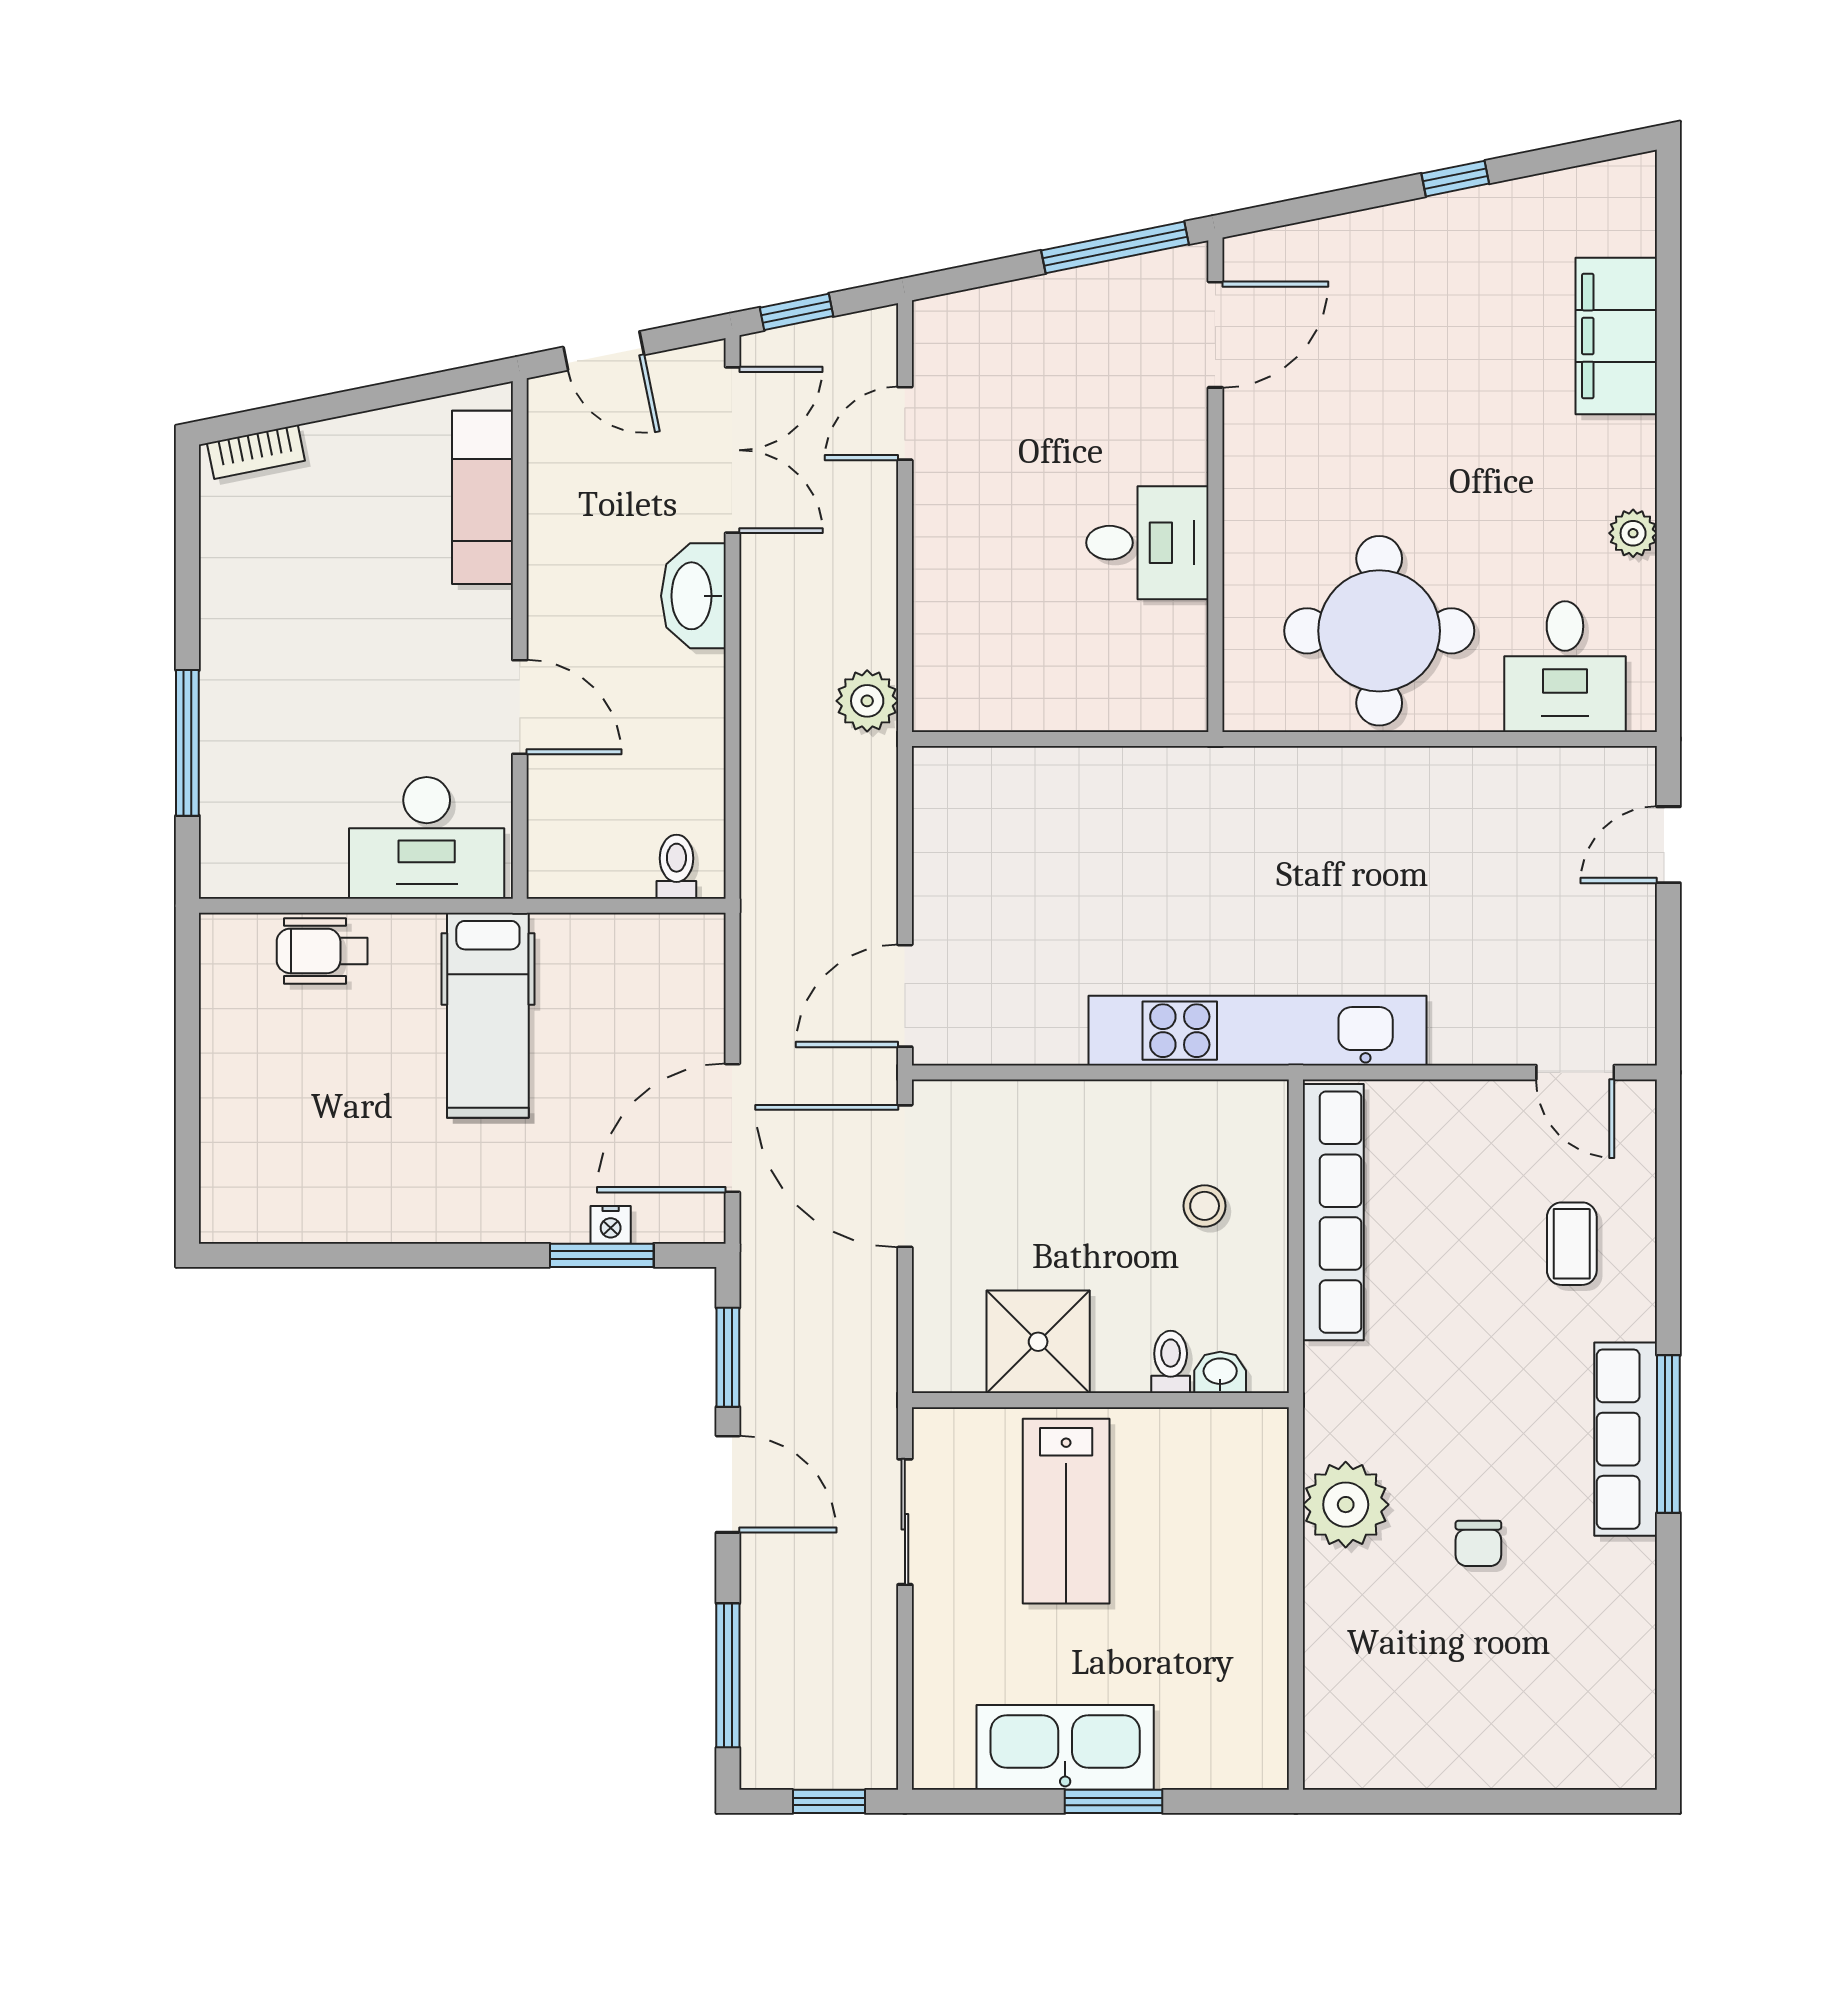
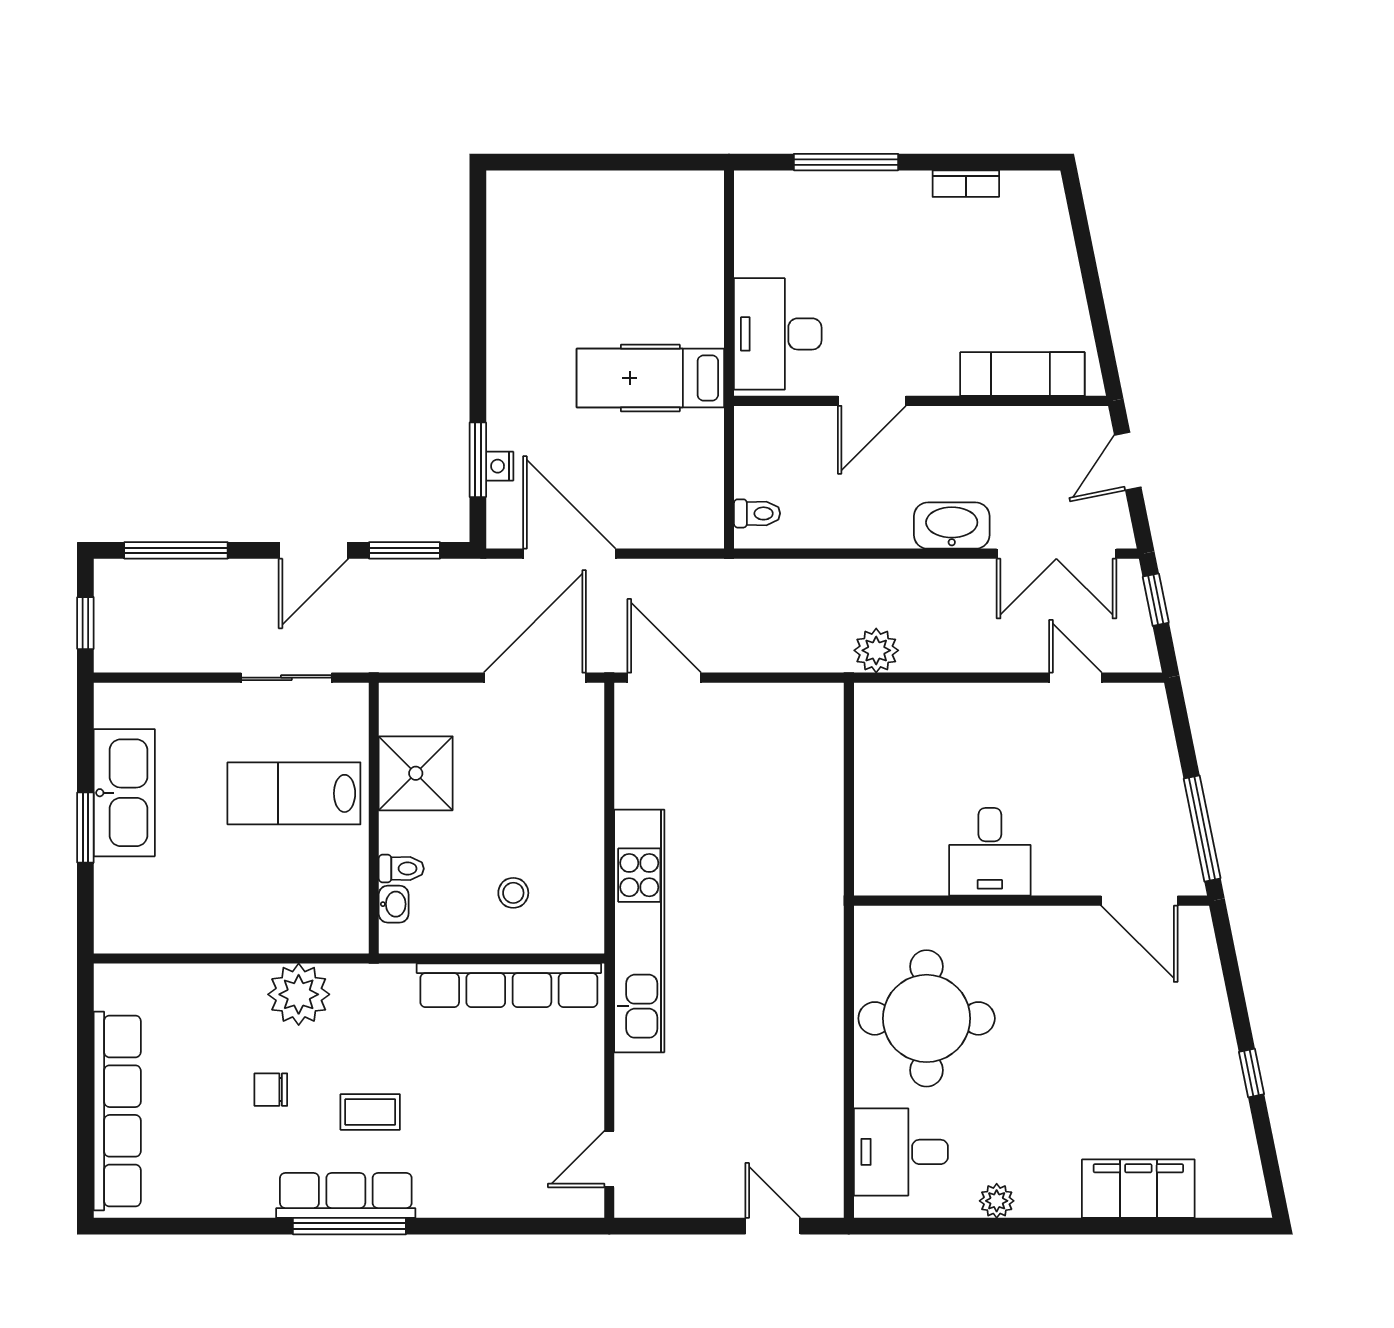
bookcase: (256, 452) -> (966, 184), moved, turned -79
wheelchair: (322, 951) -> (697, 259), removed
coffee table: (1572, 1244) -> (370, 1112), moved
row of seats: (1508, 1757) -> (117, 1111), added

